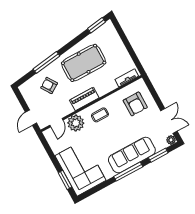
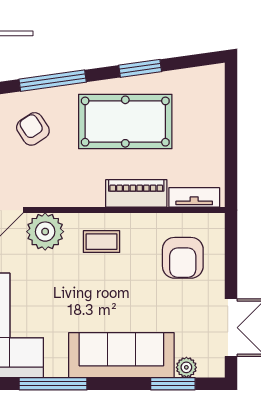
window: (97, 25) -> (140, 68), moved
piano: (84, 99) -> (136, 193), moved
plant: (171, 140) -> (186, 367), moved
window: (128, 172) -> (53, 384), moved

